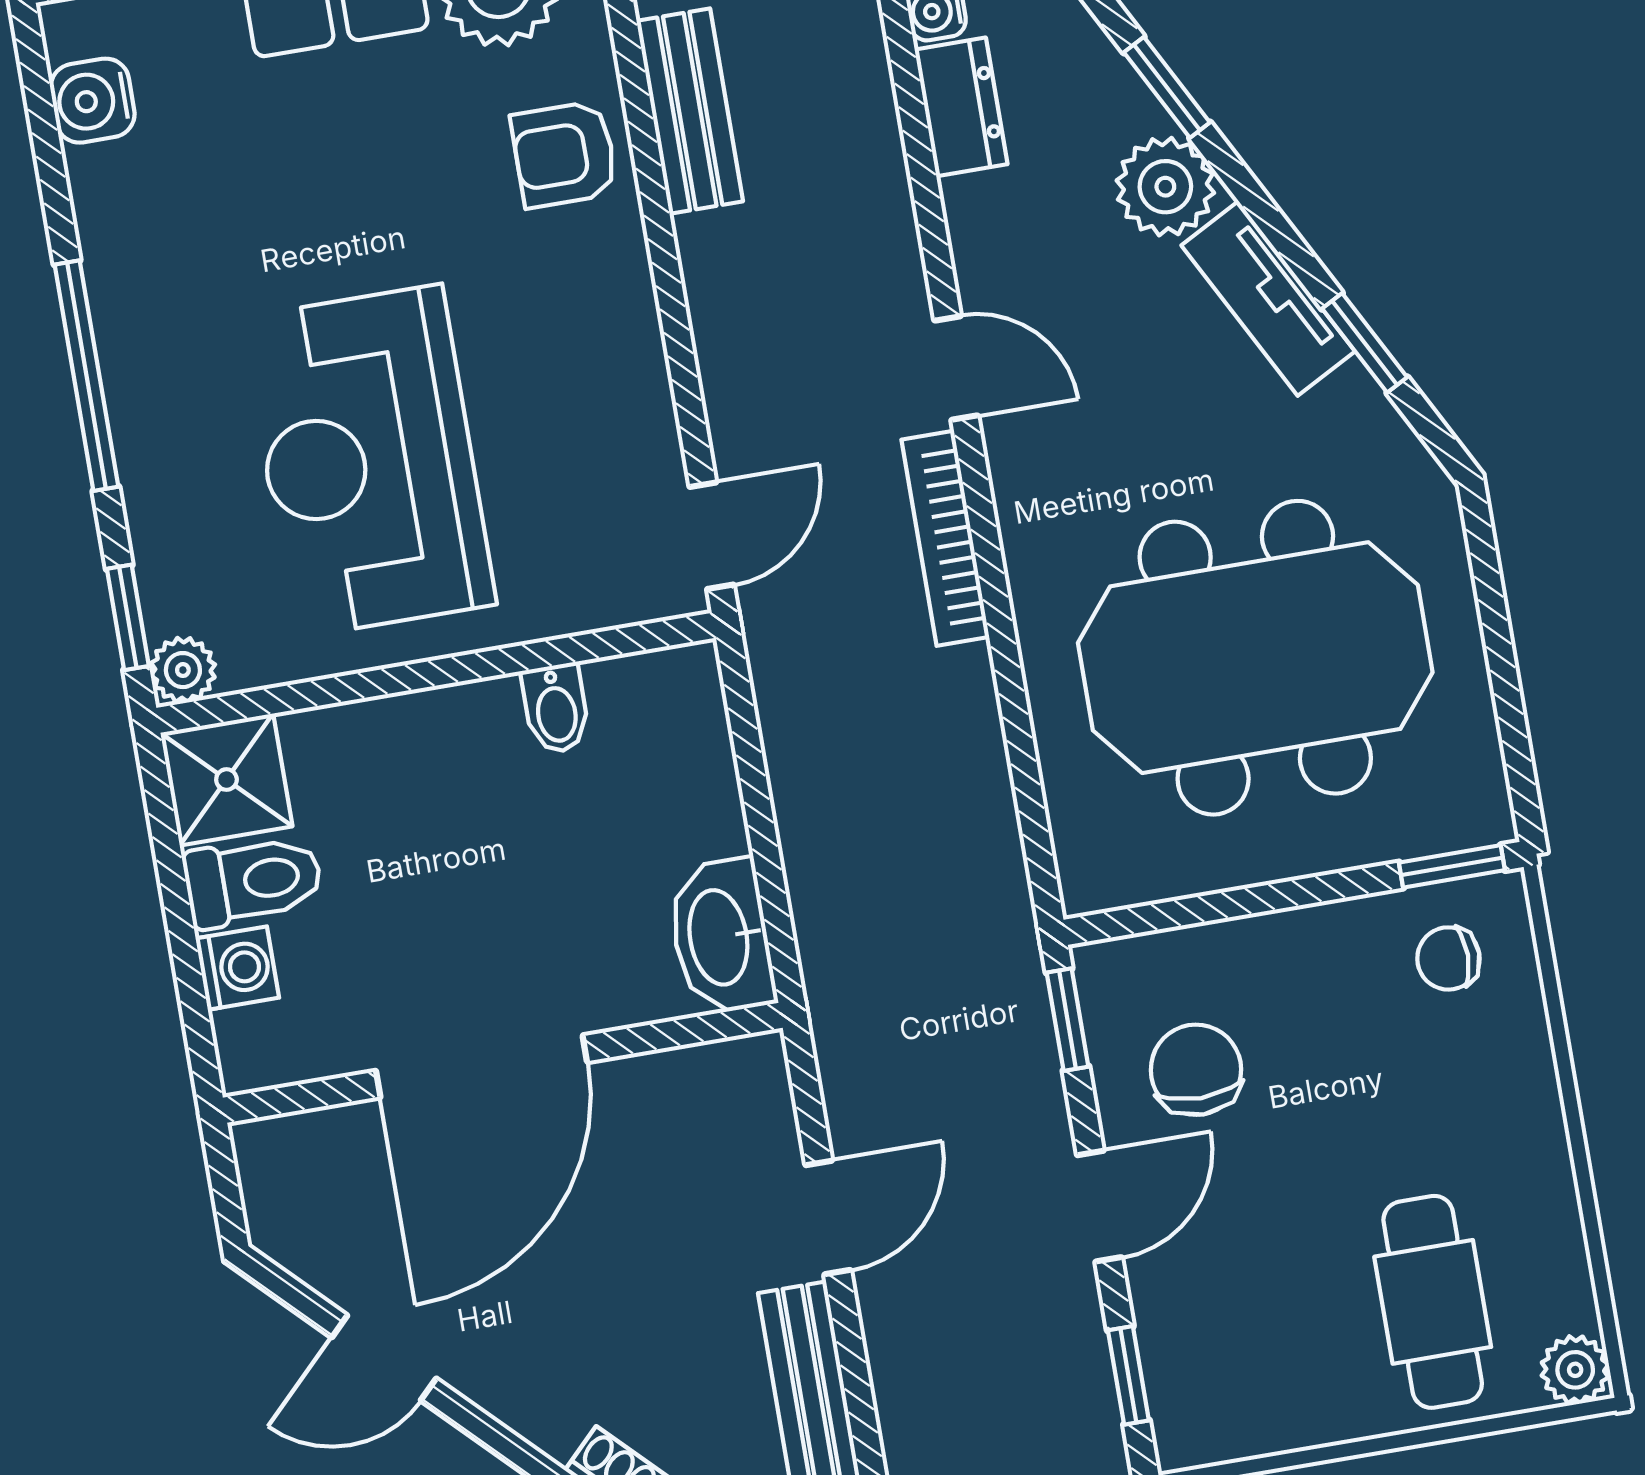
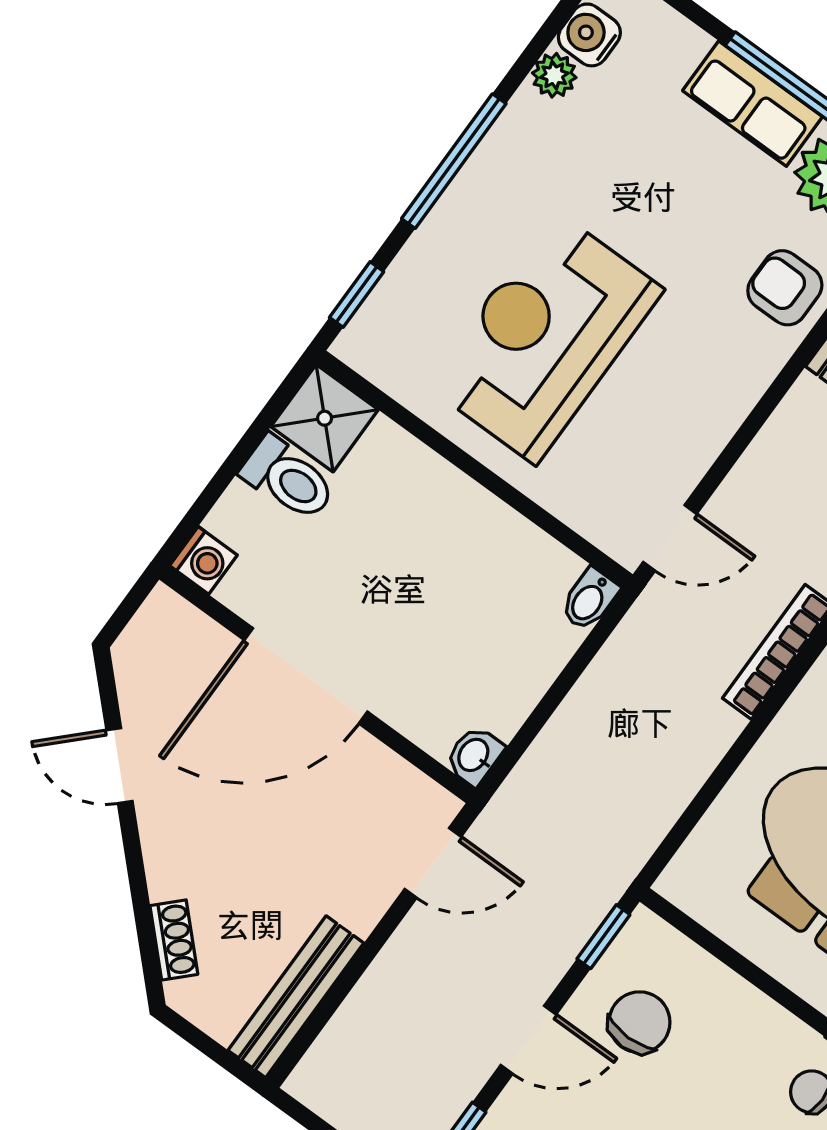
plant: (183, 670) -> (554, 75), moved
bidet: (556, 709) -> (590, 599), moved
washbasin: (721, 937) -> (474, 756), width x0.52, depth x0.69
washing machine: (237, 968) -> (203, 560), moved
door: (828, 1218) -> (433, 863), moved

